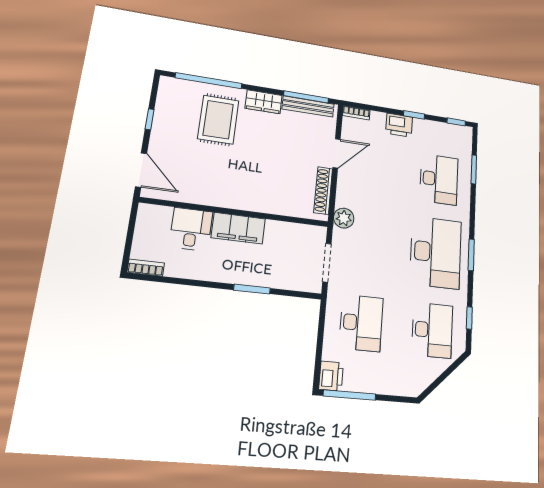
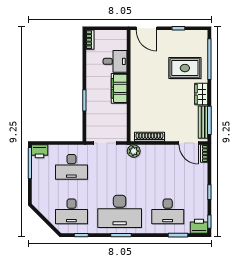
printer: (399, 125) -> (199, 226), moved, turned 90
door: (337, 153) -> (189, 143), moved
door: (141, 170) -> (146, 28), hinge flipped

